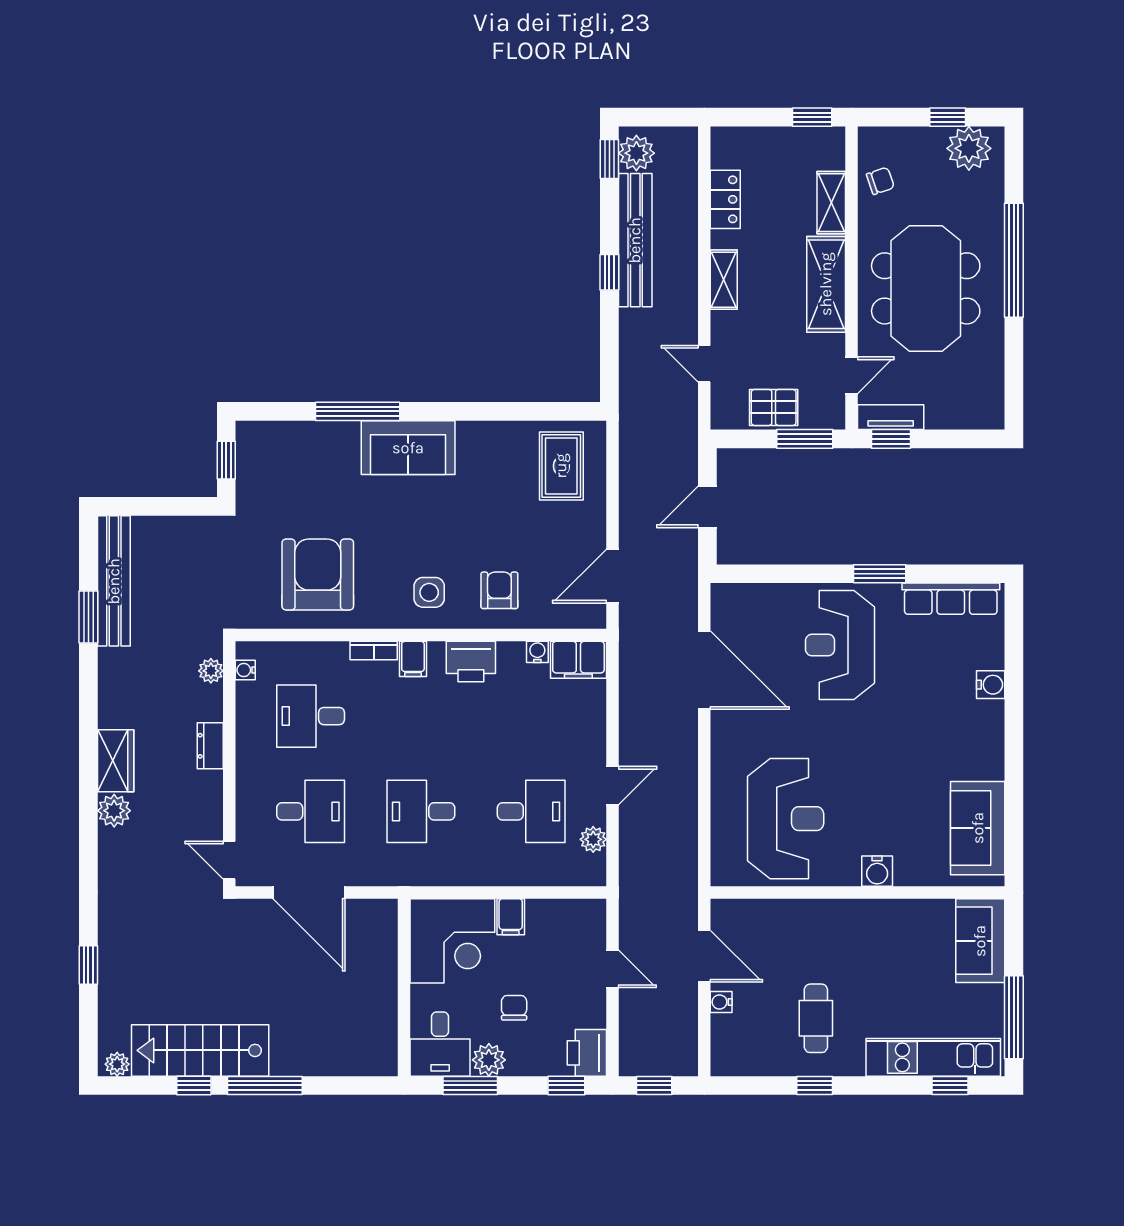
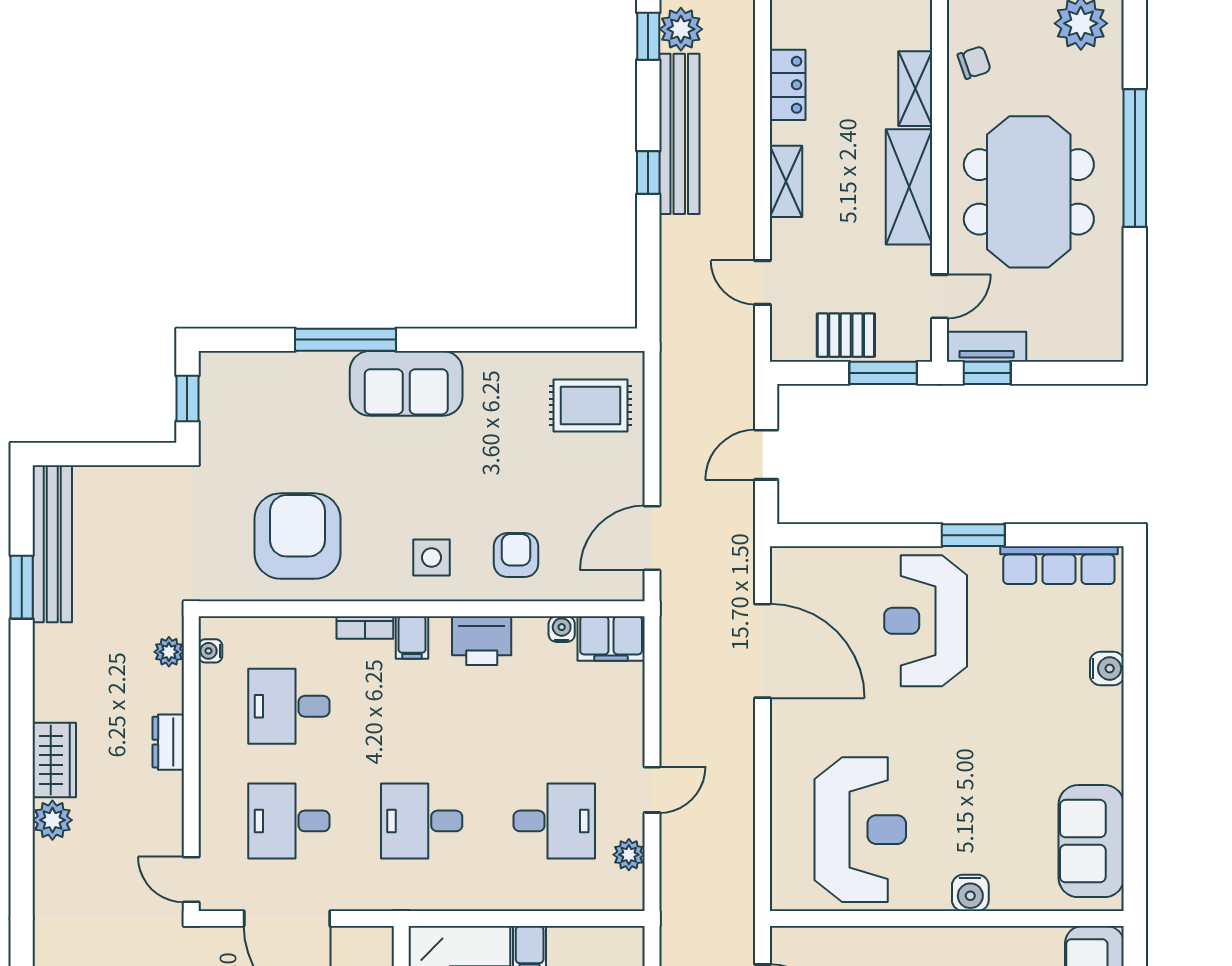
rug: (561, 466) -> (590, 405), turned 90
desk: (311, 811) -> (289, 821), turned 180

